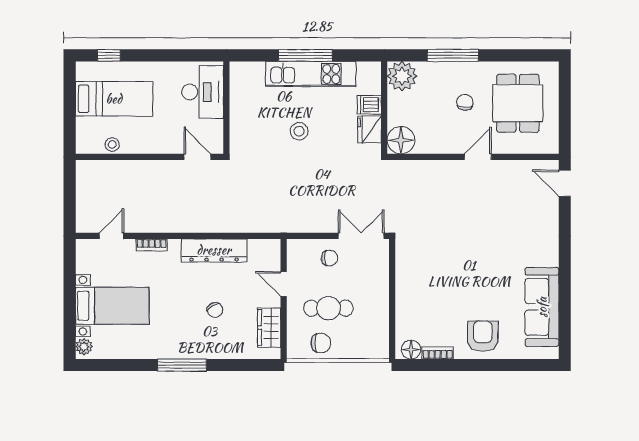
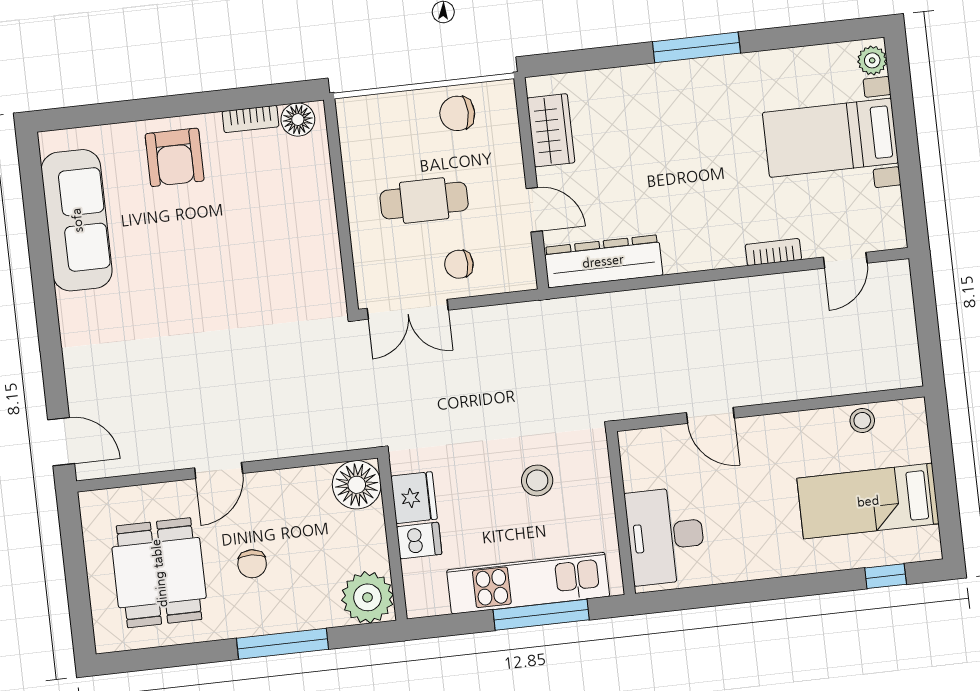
desk: (203, 92) -> (666, 536), moved
wall: (226, 108) -> (621, 513), moved
dresser: (214, 250) -> (603, 261), moved
cafe table: (328, 308) -> (424, 201), moved
chair: (215, 310) -> (649, 151), removed

